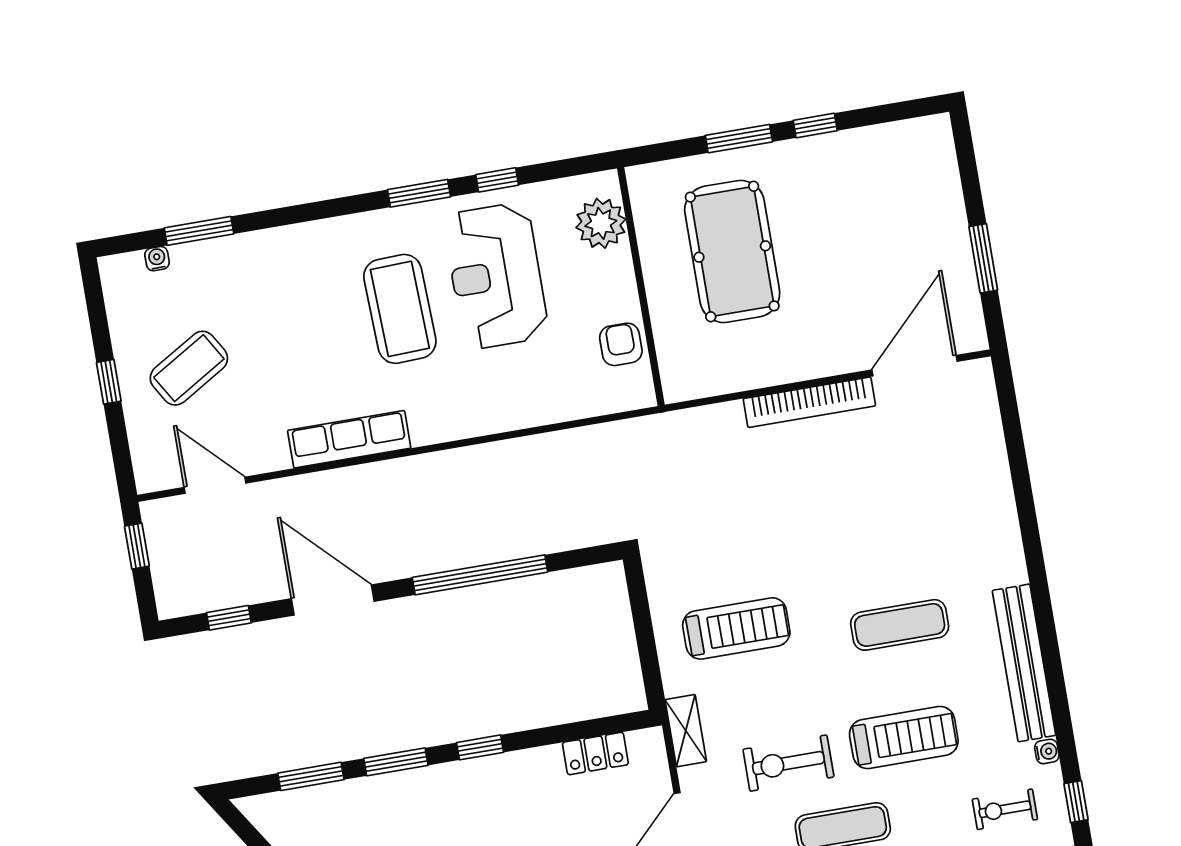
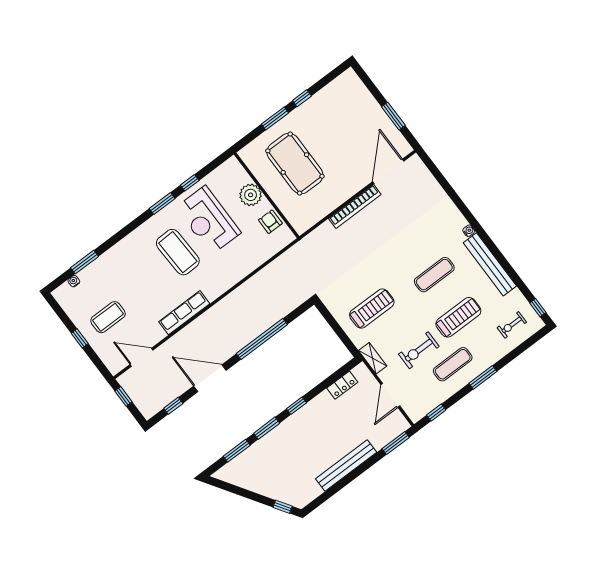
plant: (601, 223) -> (251, 195), moved
coffee table: (189, 368) -> (108, 317), turned 31
water cooler: (1047, 751) -> (469, 231), moved

